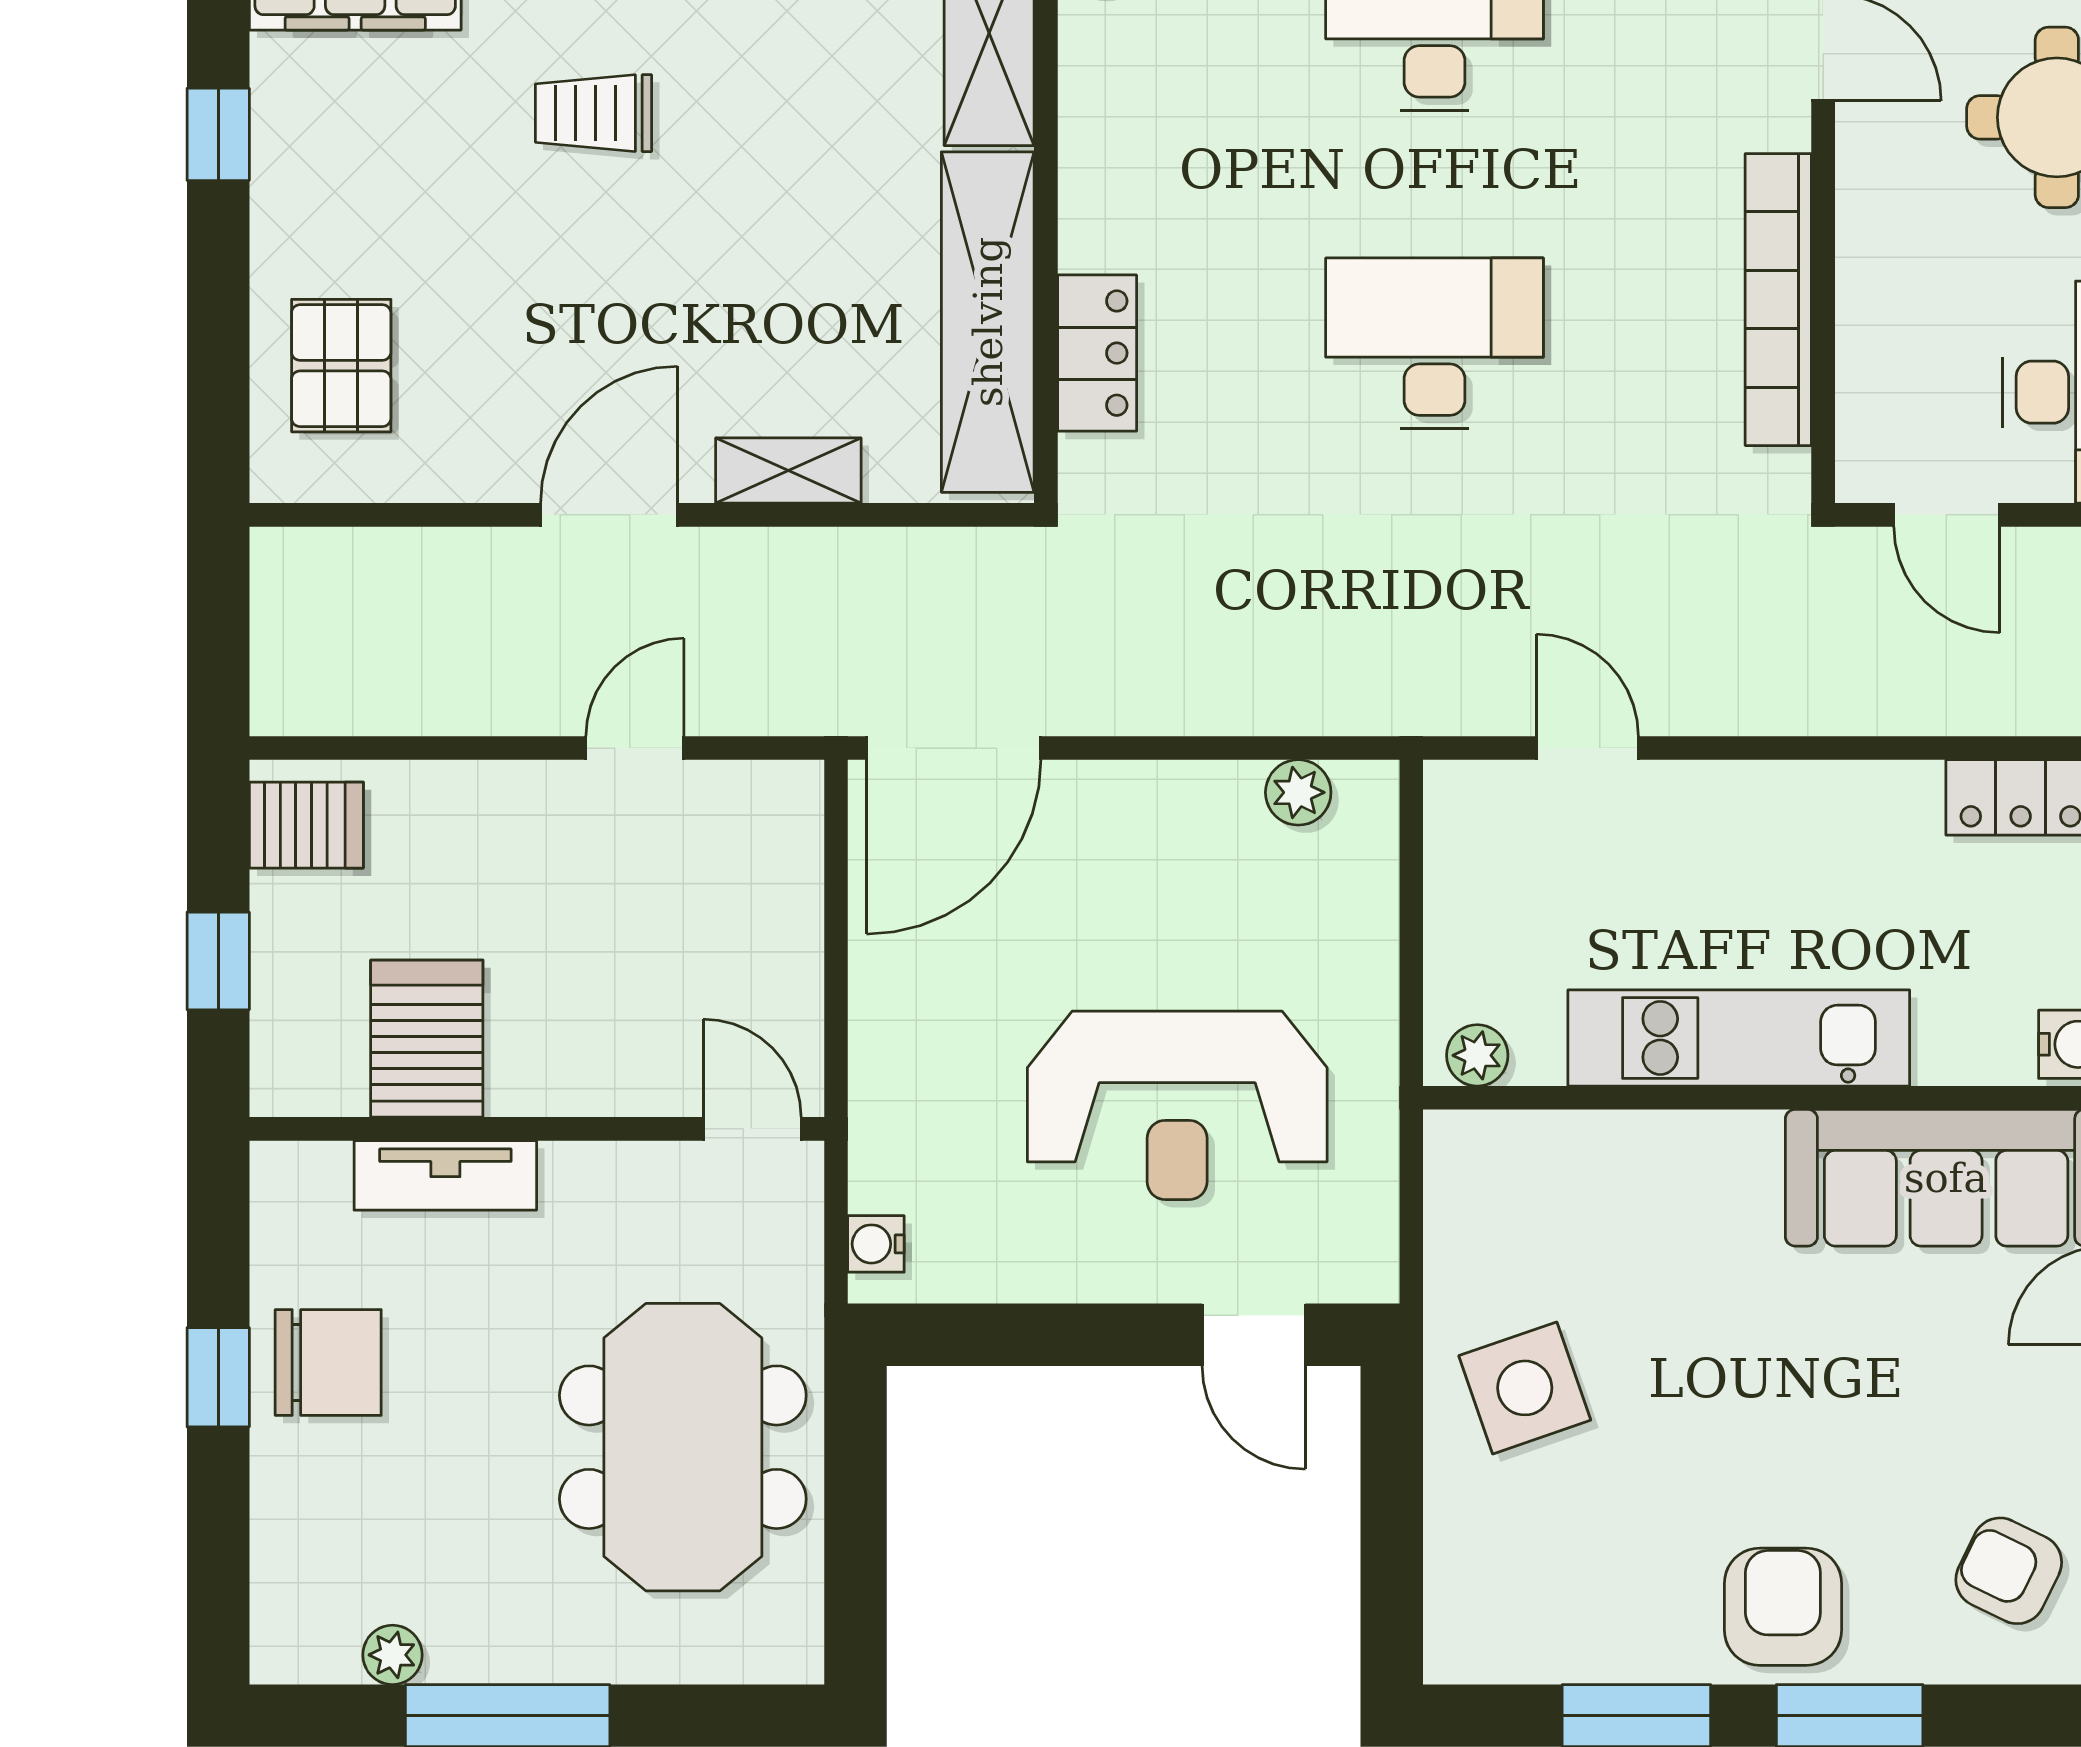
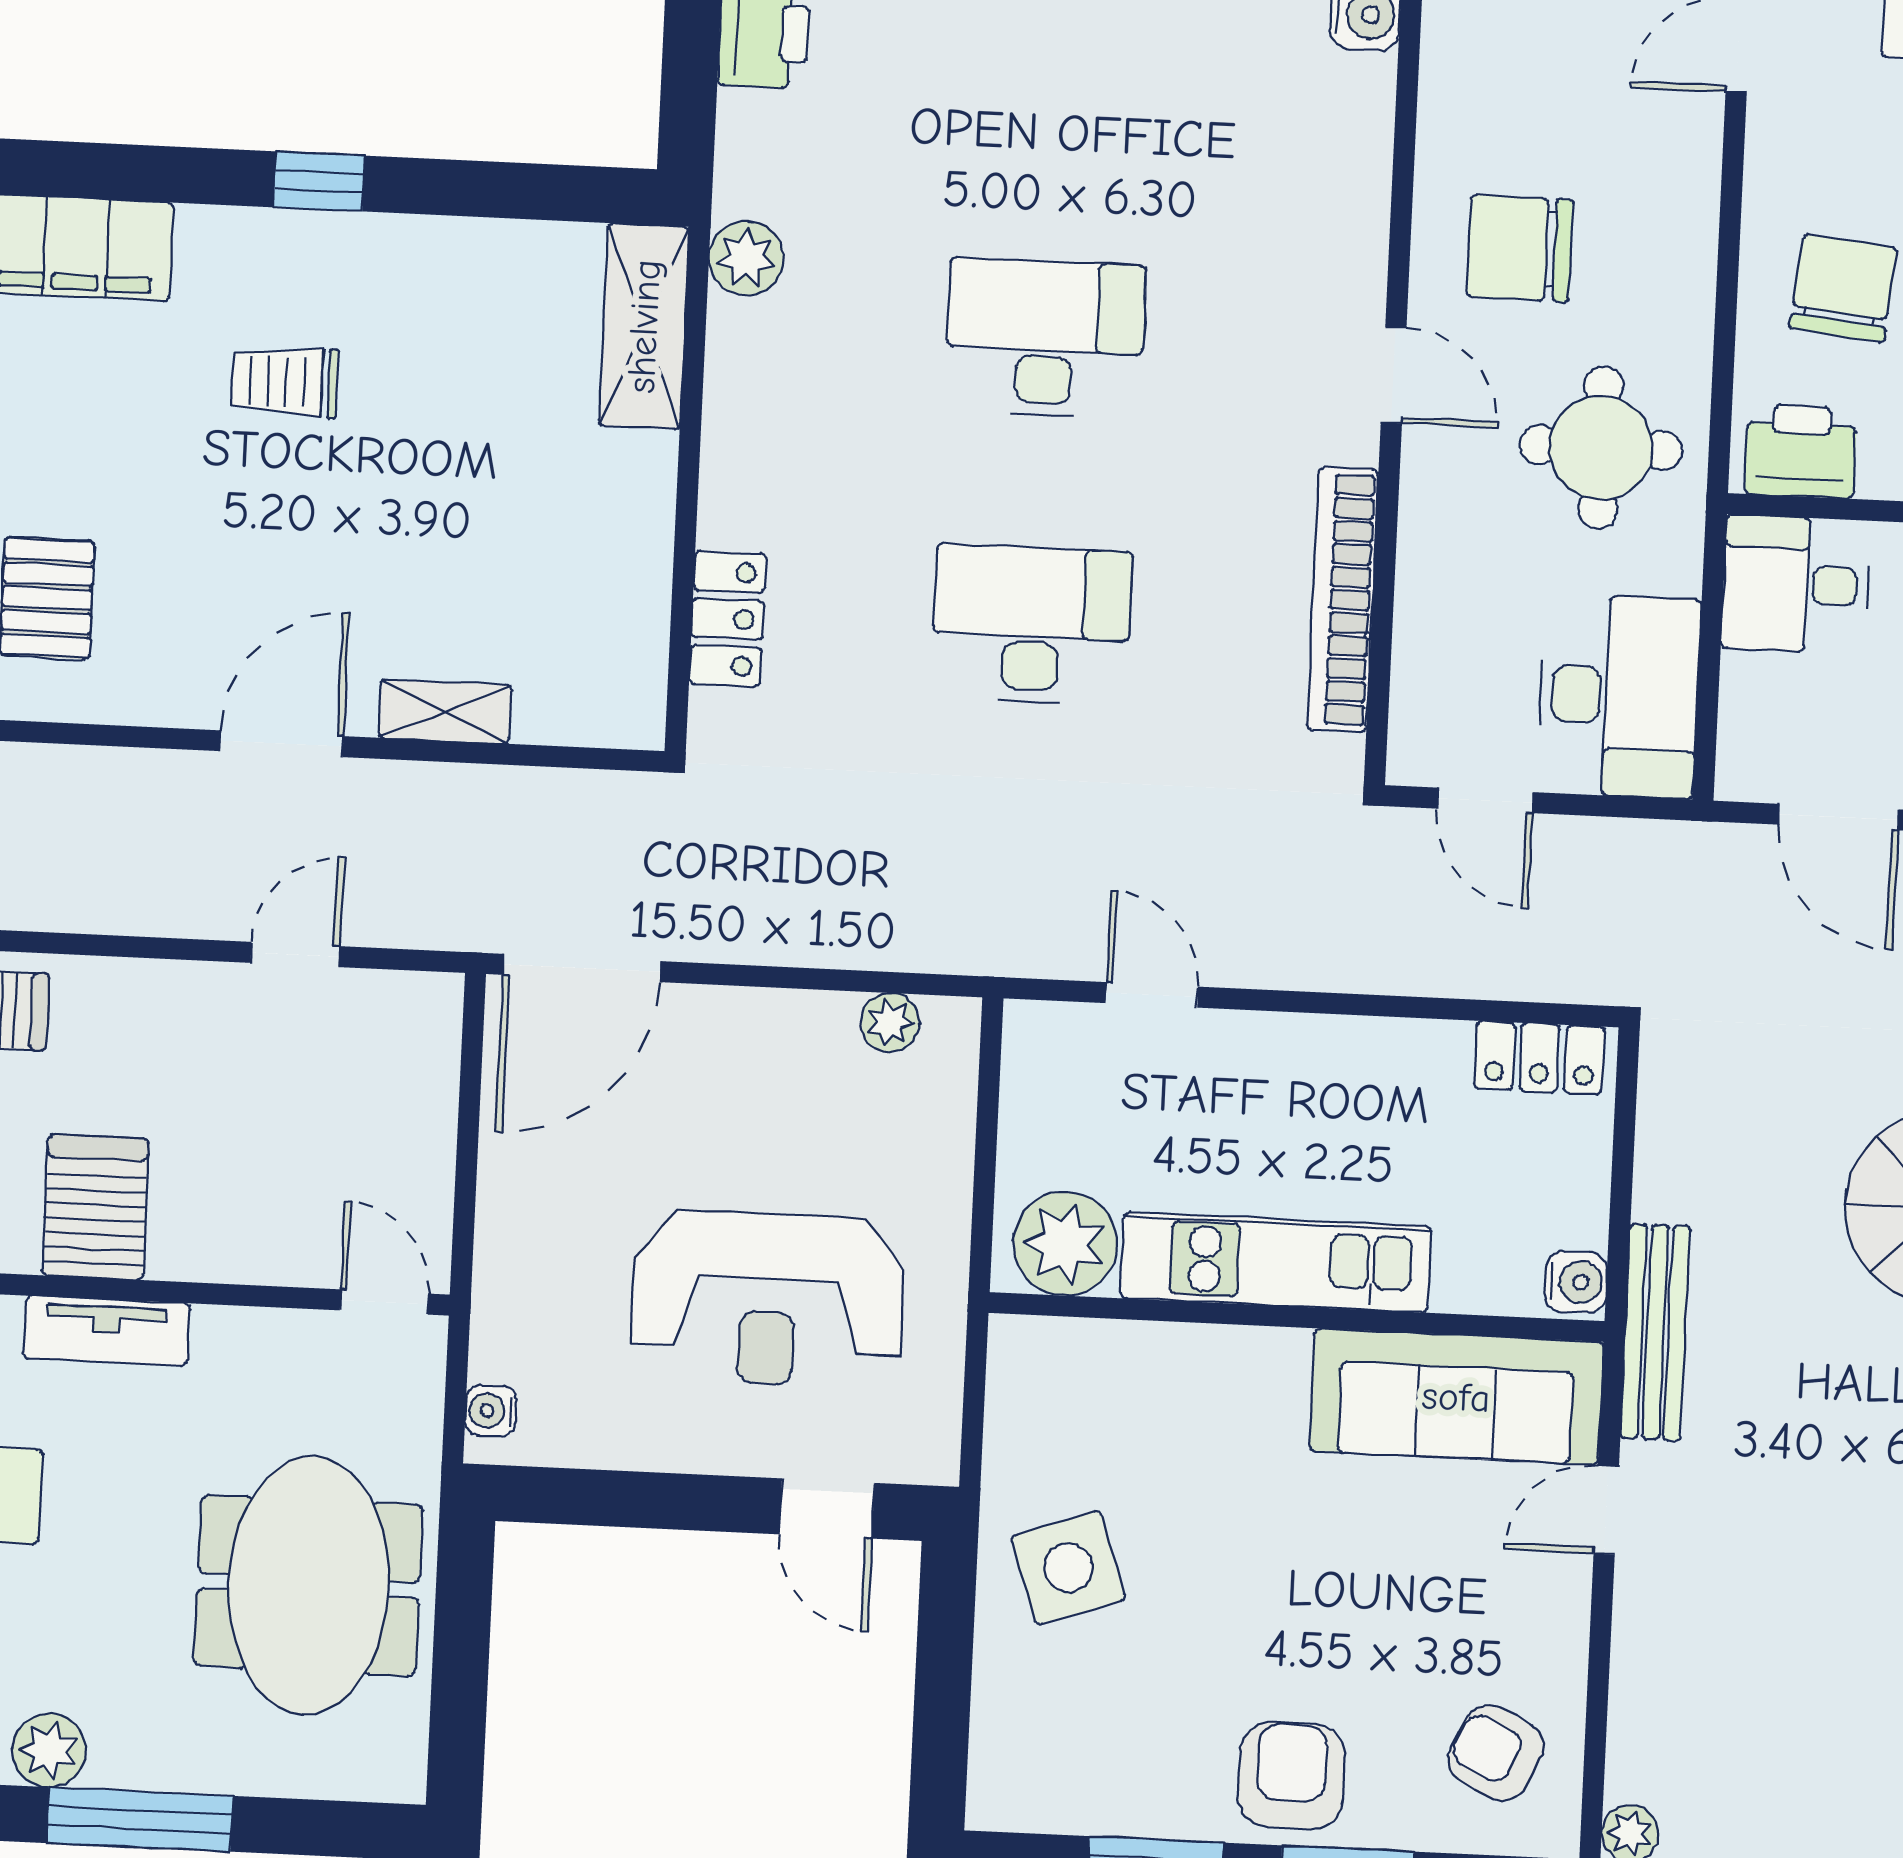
shelving: (988, 322) -> (631, 586), removed
plant: (1477, 1055) -> (1065, 1244), width x1.88, depth x1.88
plant: (392, 1655) -> (49, 1750), width x1.38, depth x1.38

